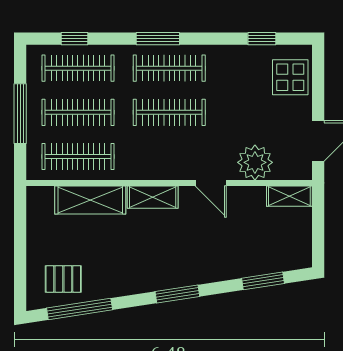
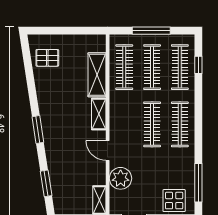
window: (158, 39) -> (198, 117), removed
window: (262, 39) -> (198, 183), width x2.17
door: (211, 183) -> (108, 151), hinge flipped
pallet: (63, 279) -> (47, 58), turned 90
window: (80, 309) -> (28, 68), removed

